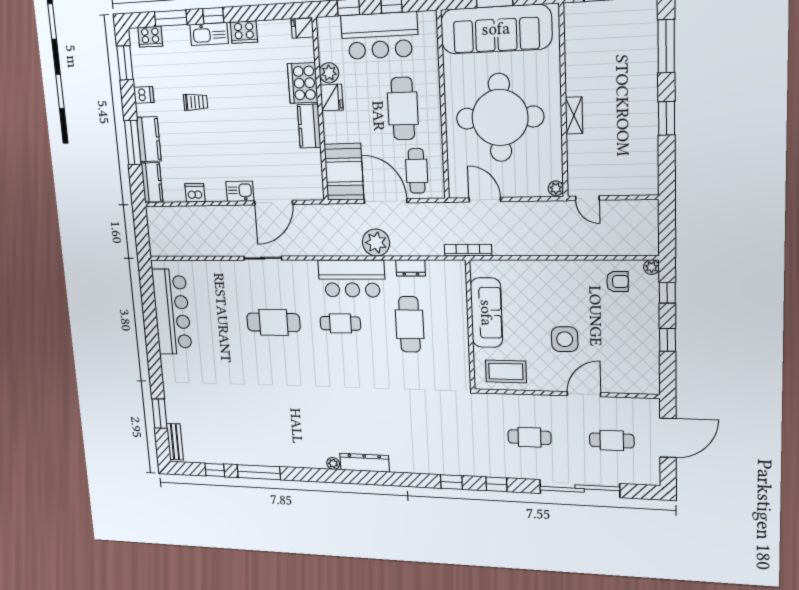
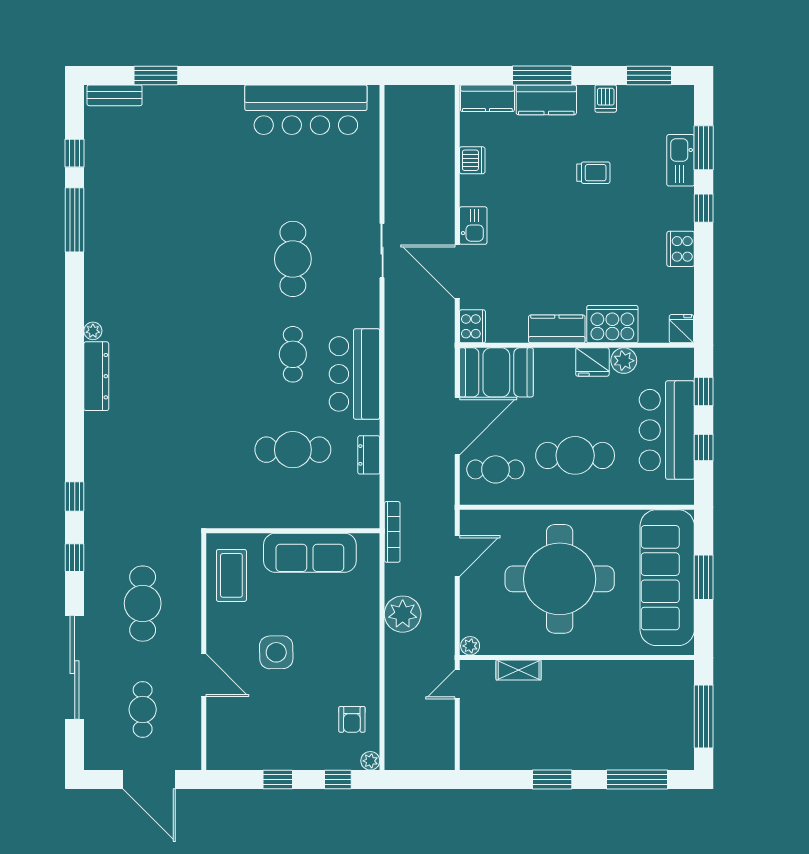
kitchen sink: (209, 34) -> (681, 160), moved
cooker: (150, 37) -> (472, 326), moved, turned 180
trolley: (196, 102) -> (593, 173), turned -90
shelving: (574, 115) -> (519, 670), moved
plant: (376, 243) -> (403, 614), moved
cafe table: (529, 437) -> (143, 604), width x1.37, depth x1.35

